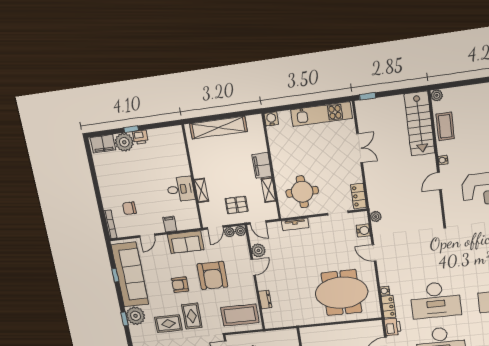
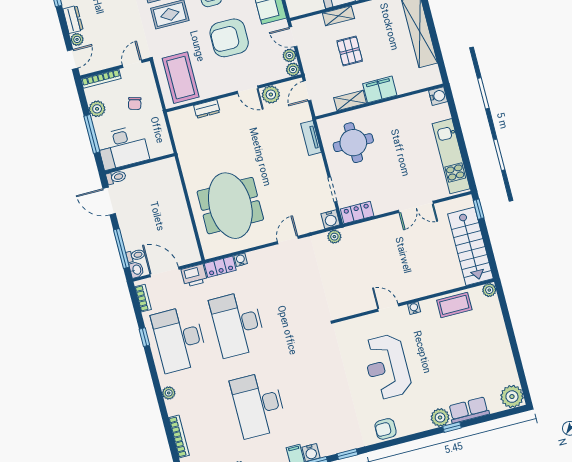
stairs: (420, 124) -> (470, 246), moved, turned -90
pallet: (236, 205) -> (350, 51), moved
water cooler: (363, 231) -> (330, 219), moved

